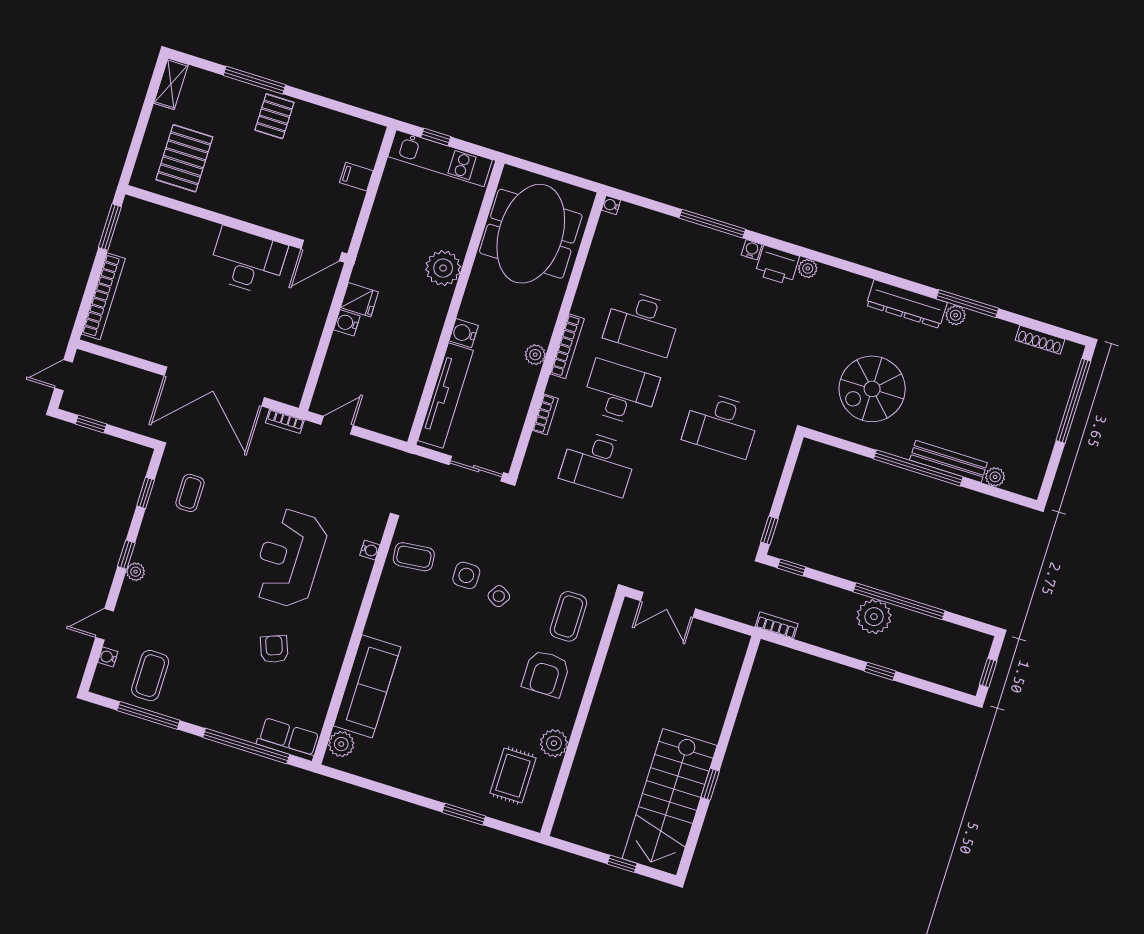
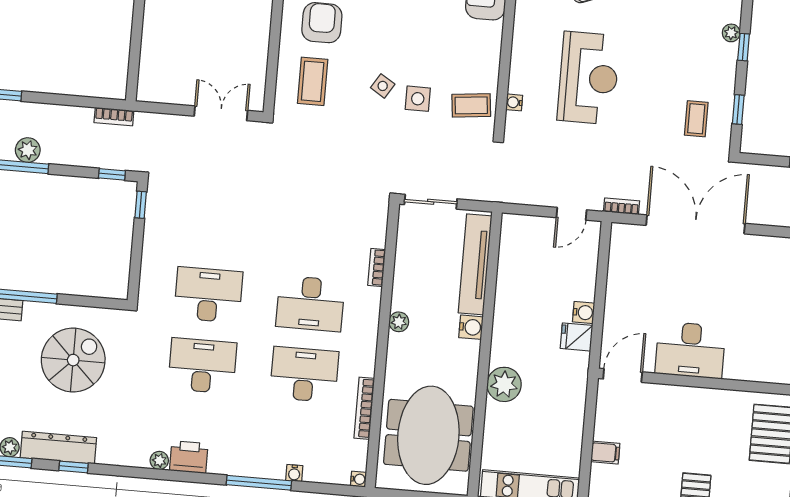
water cooler: (752, 250) -> (294, 473), moved
window: (896, 281) -> (74, 467), added
bookcase: (567, 346) -> (364, 408), moved
desk: (598, 463) -> (202, 366), moved
plant: (874, 617) -> (28, 150), width x0.73, depth x0.73

